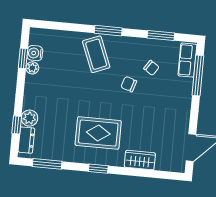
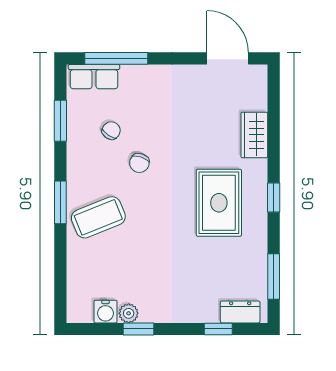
window: (23, 58) -> (139, 329), moved
plant: (29, 118) -> (206, 310), removed

